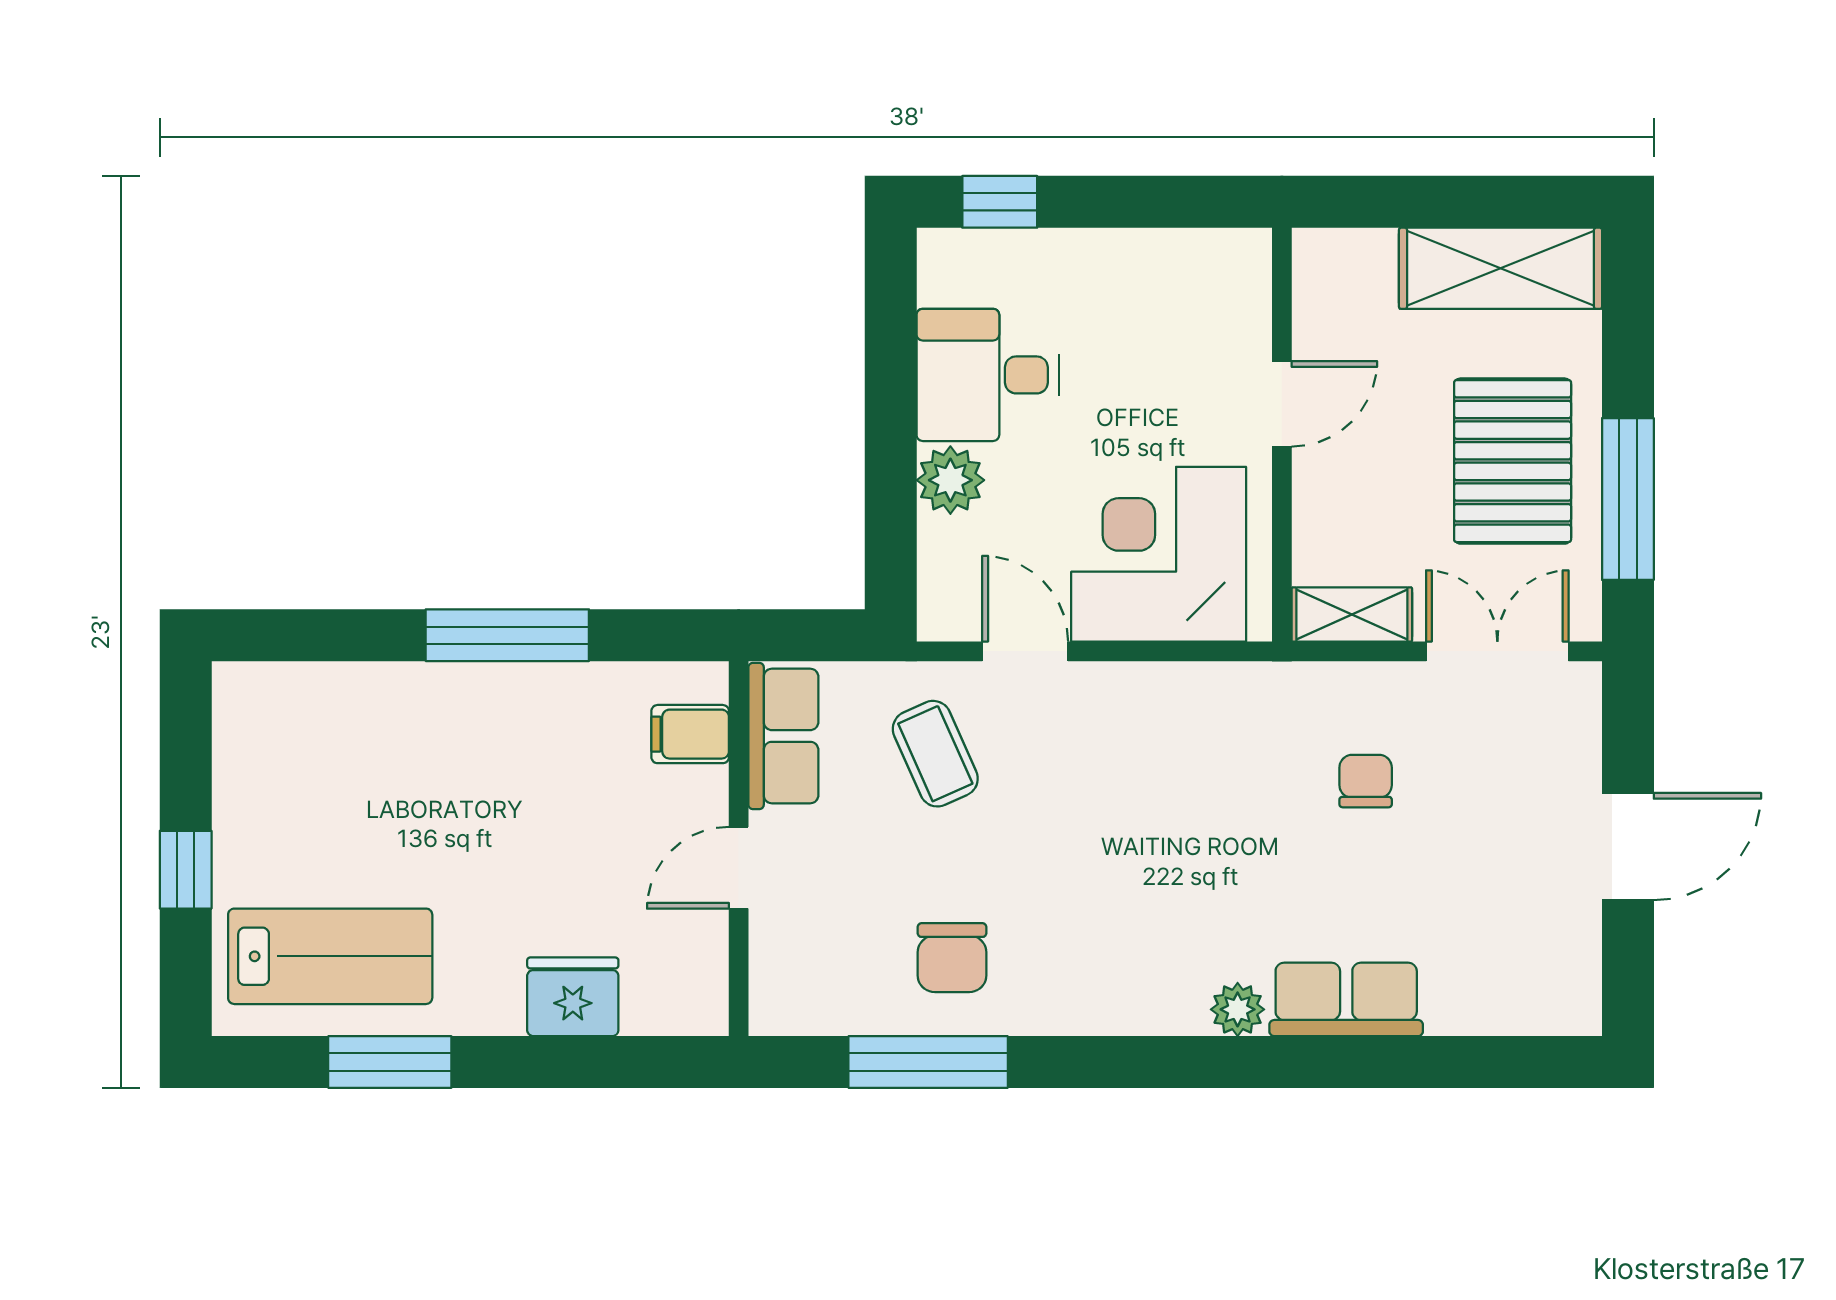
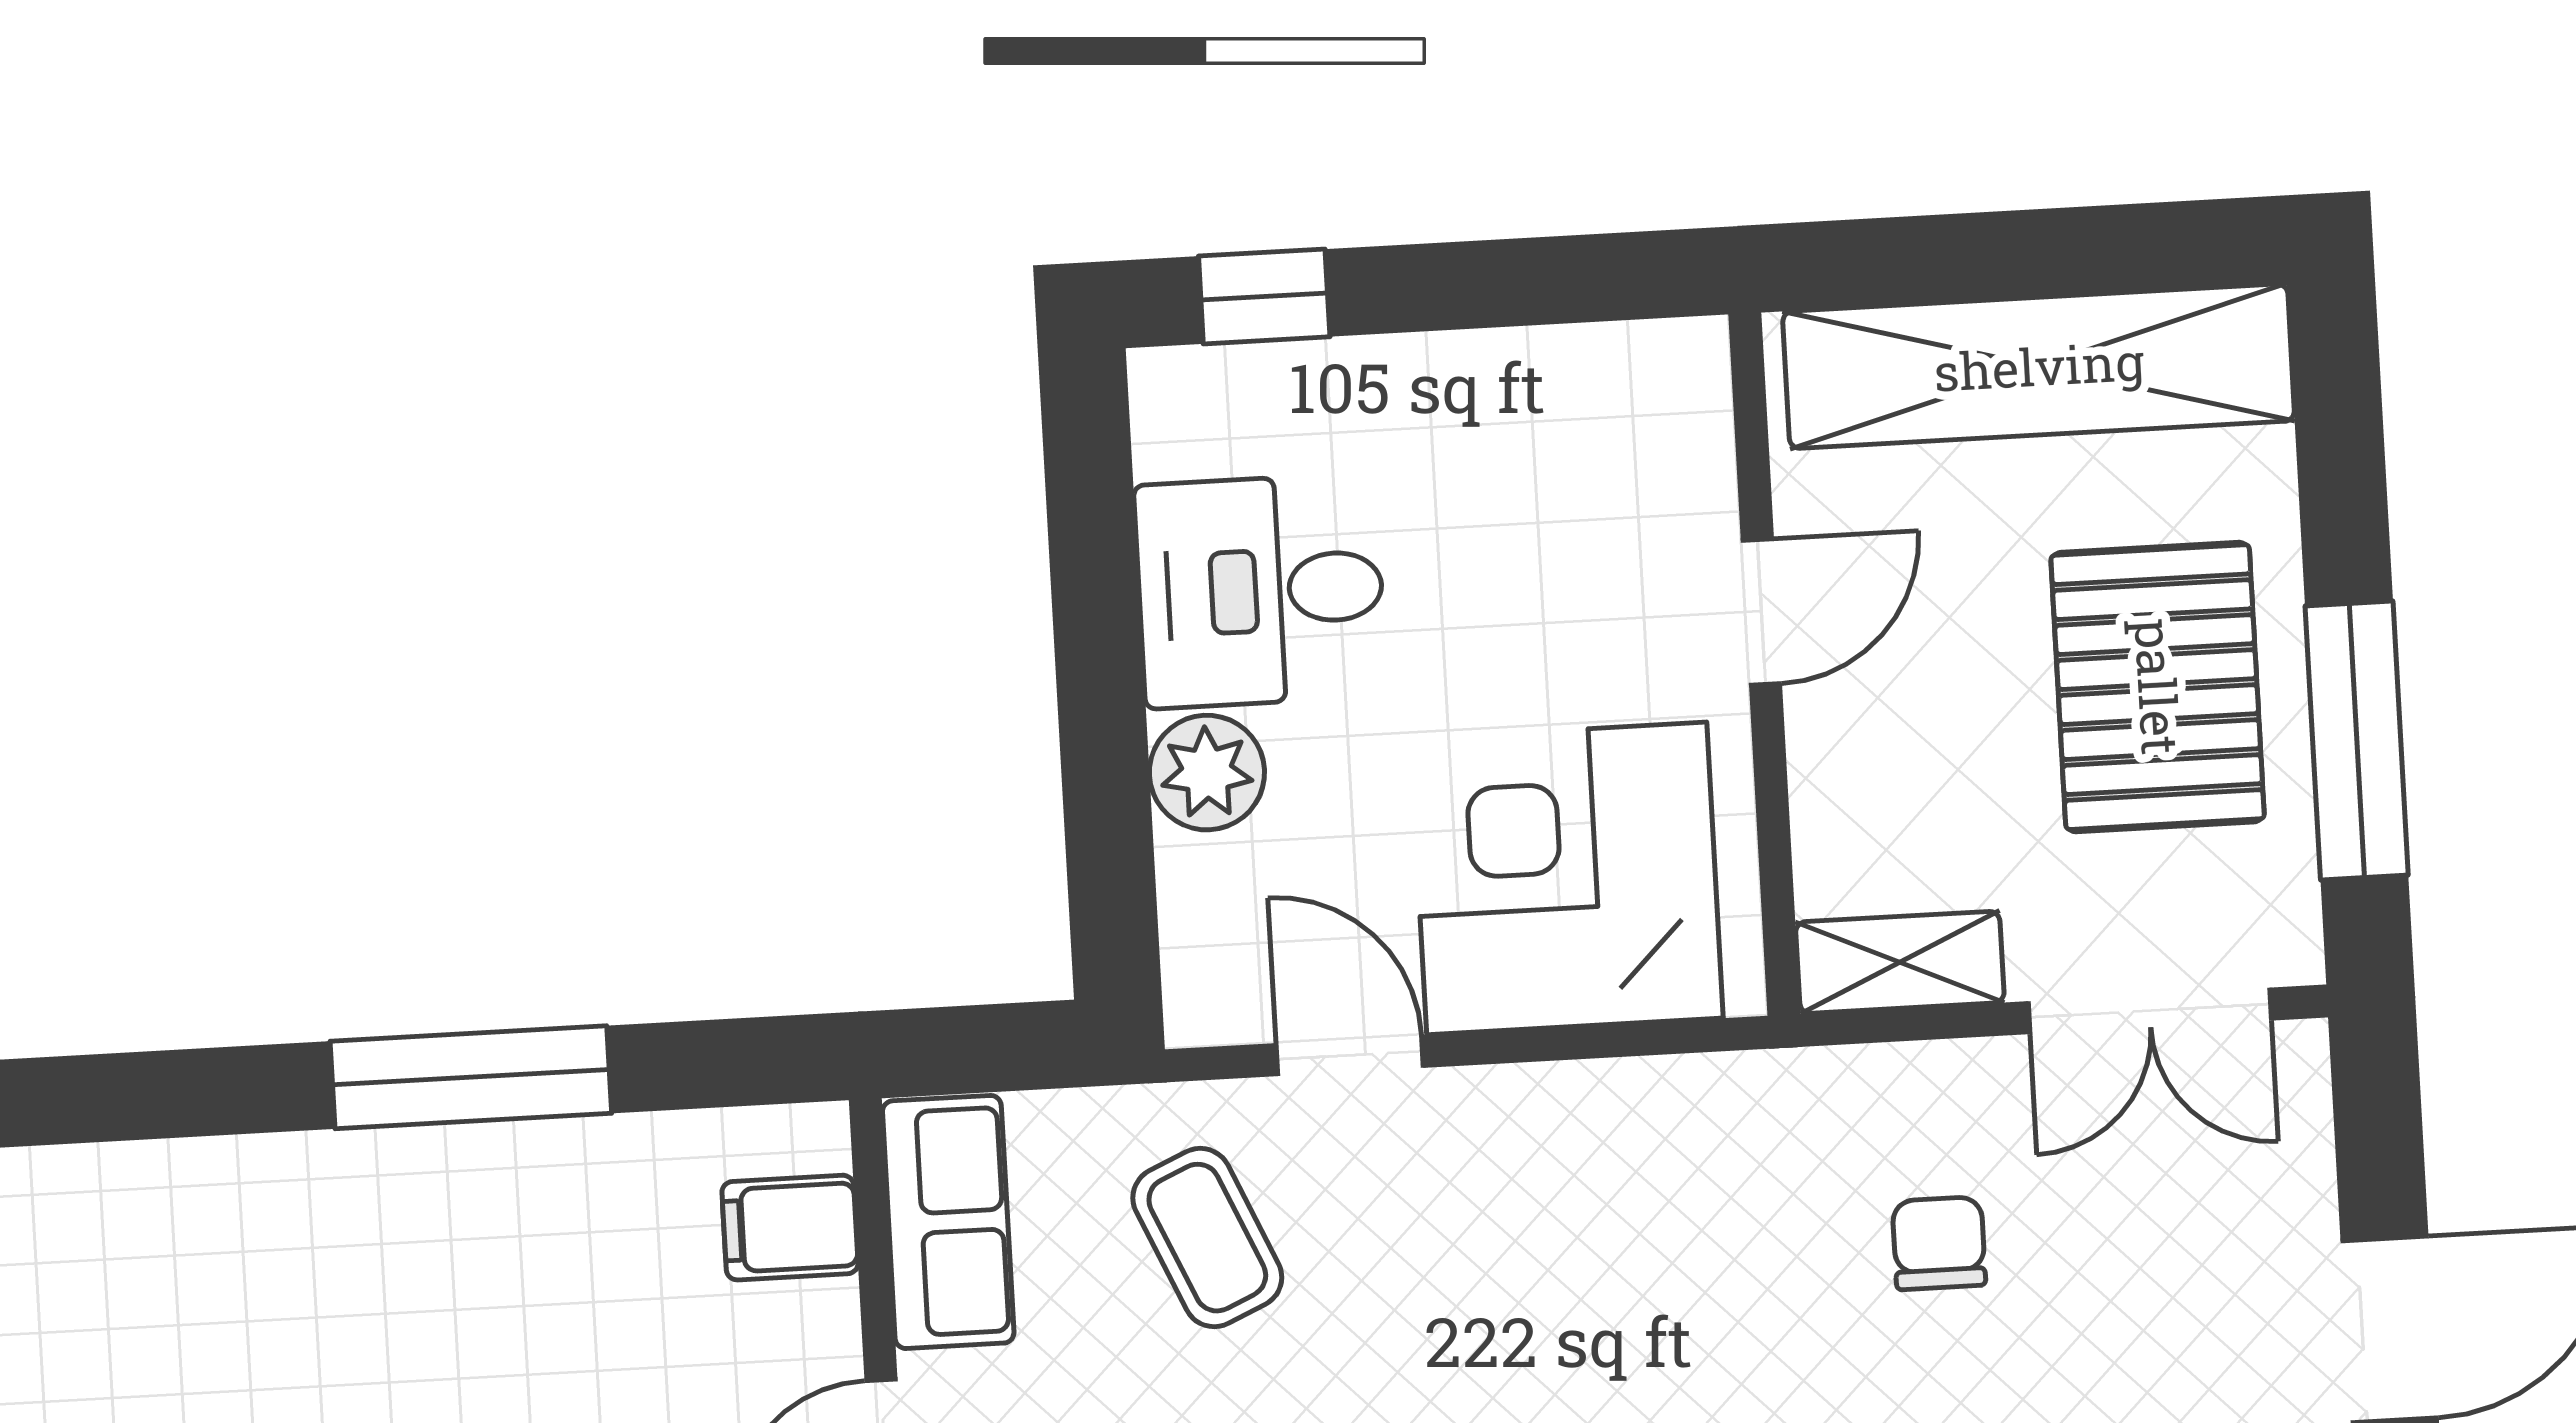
shelving: (1500, 268) -> (2039, 366), width x1.47
double door: (1497, 651) -> (2150, 1011), swing flipped

